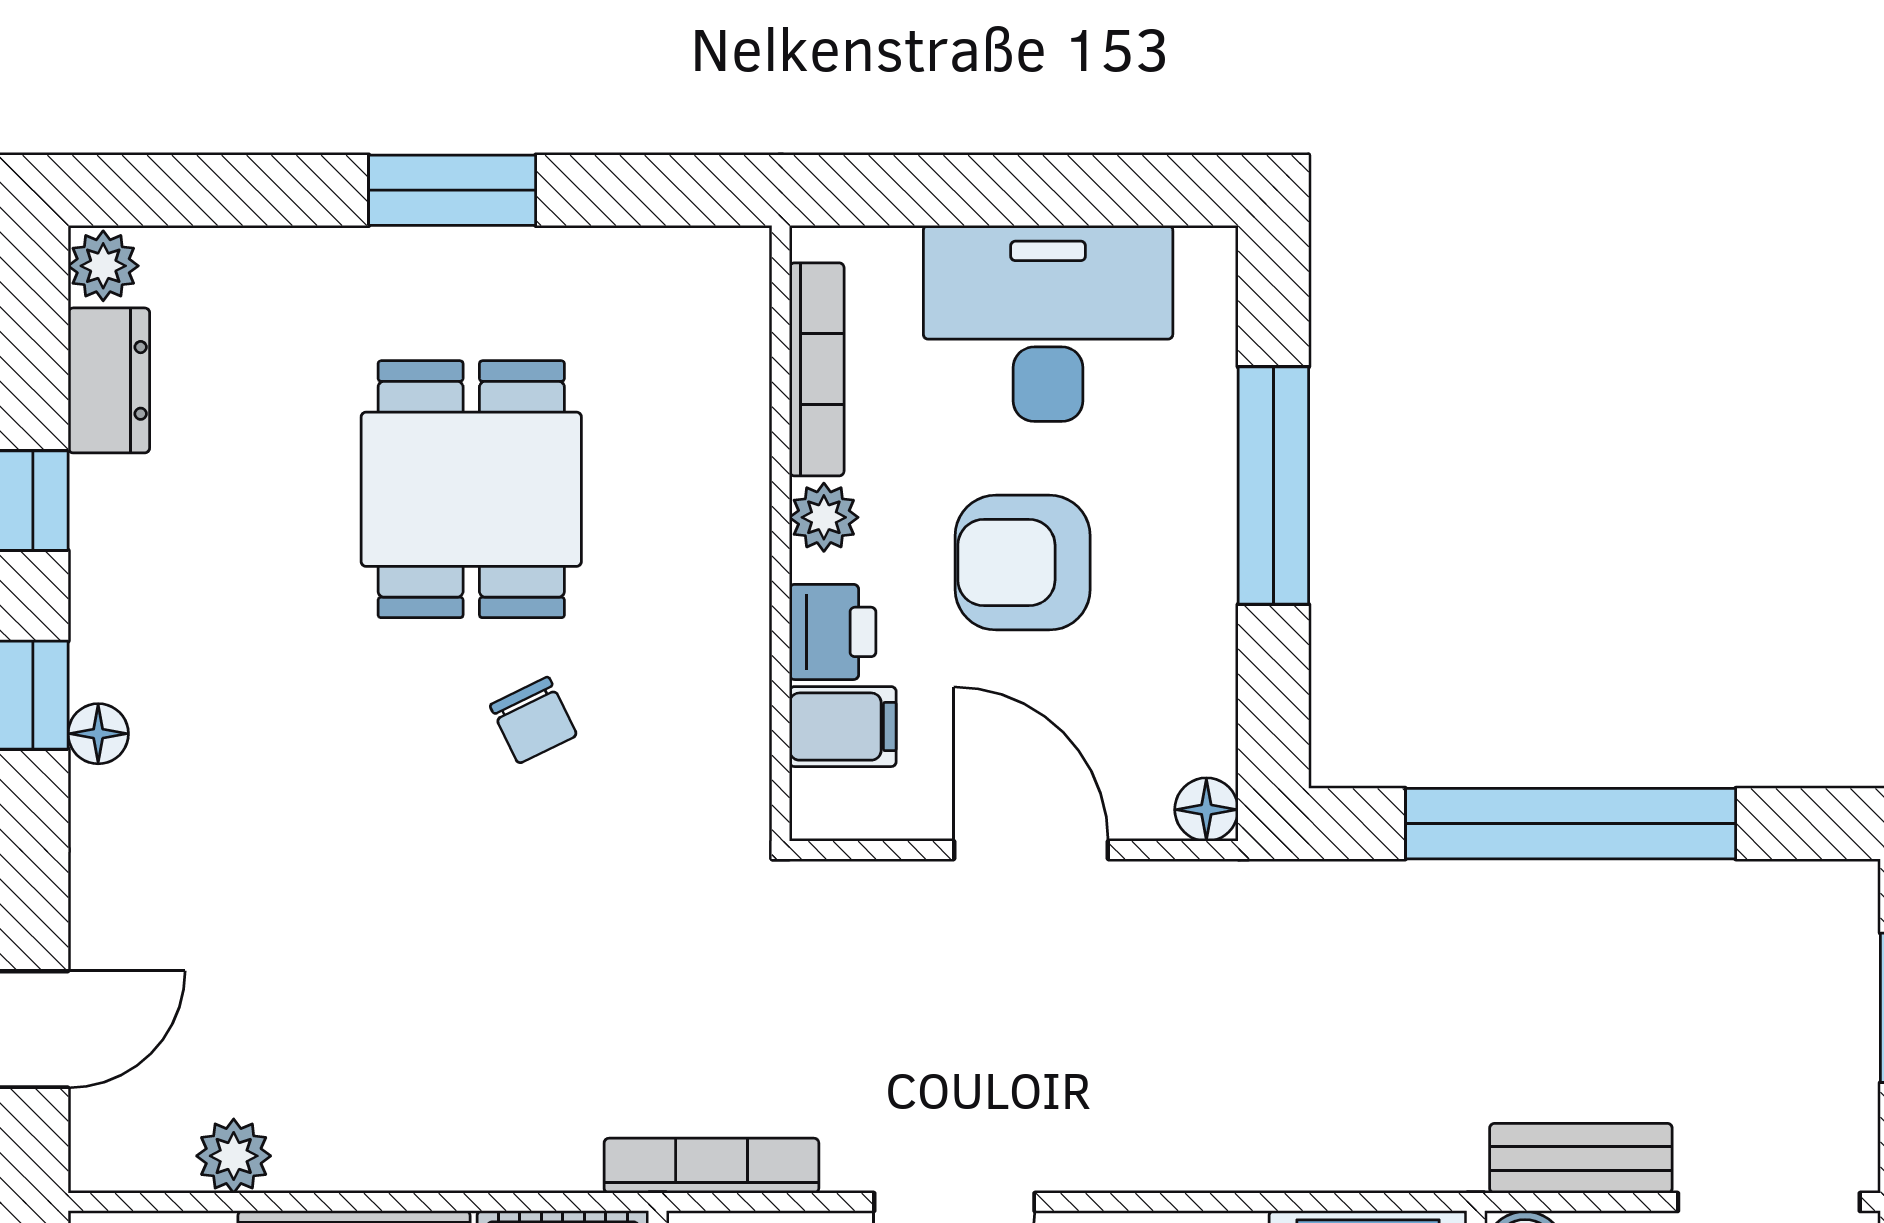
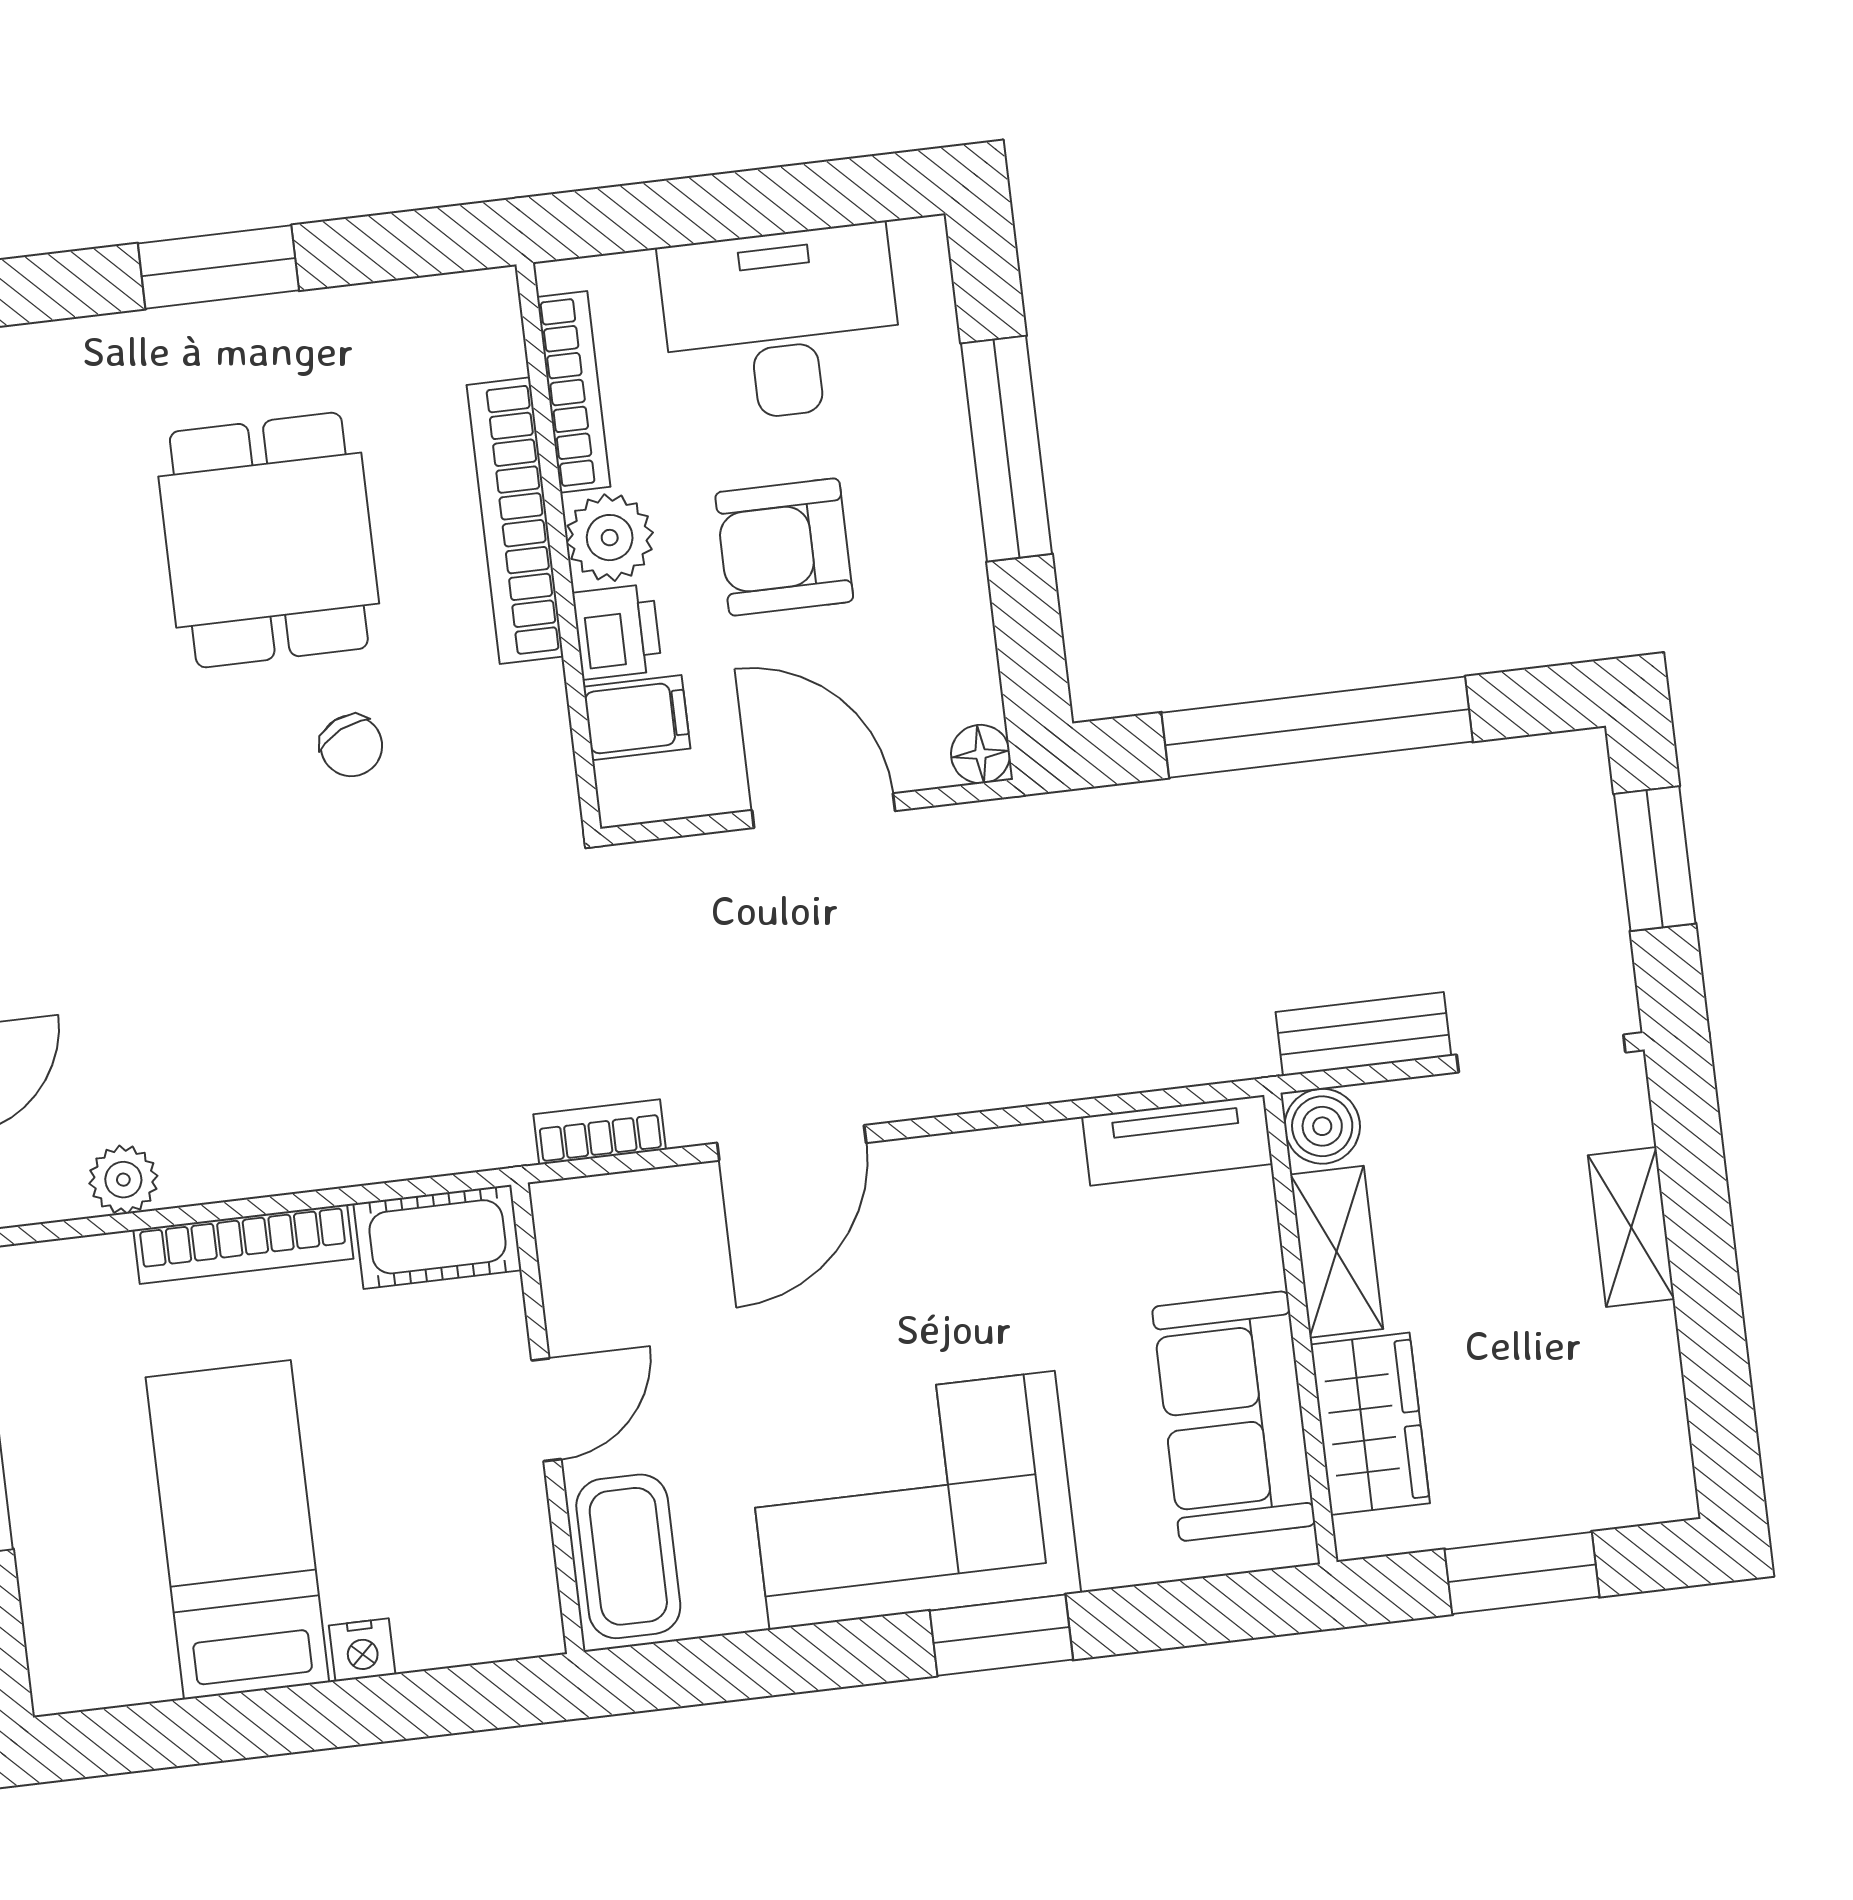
bookcase: (737, 500) -> (515, 521), added
plant: (824, 517) -> (610, 538), width x1.38, depth x1.38
bookcase: (711, 1166) -> (600, 1132), width x0.64

